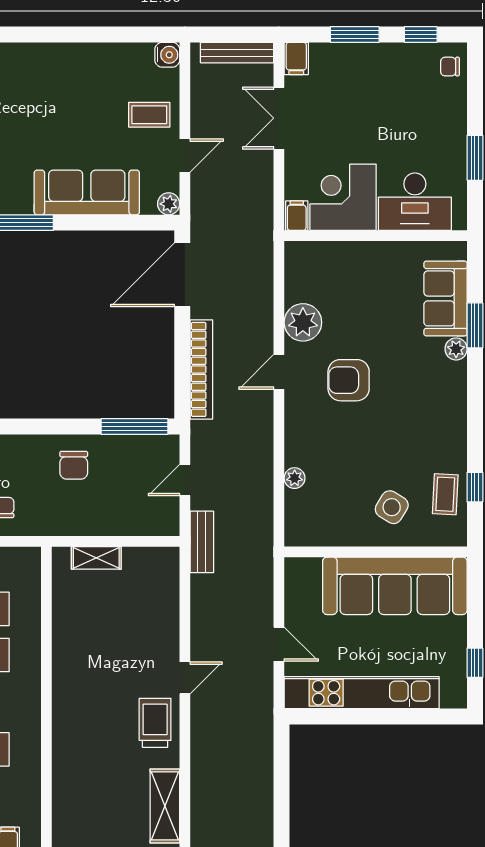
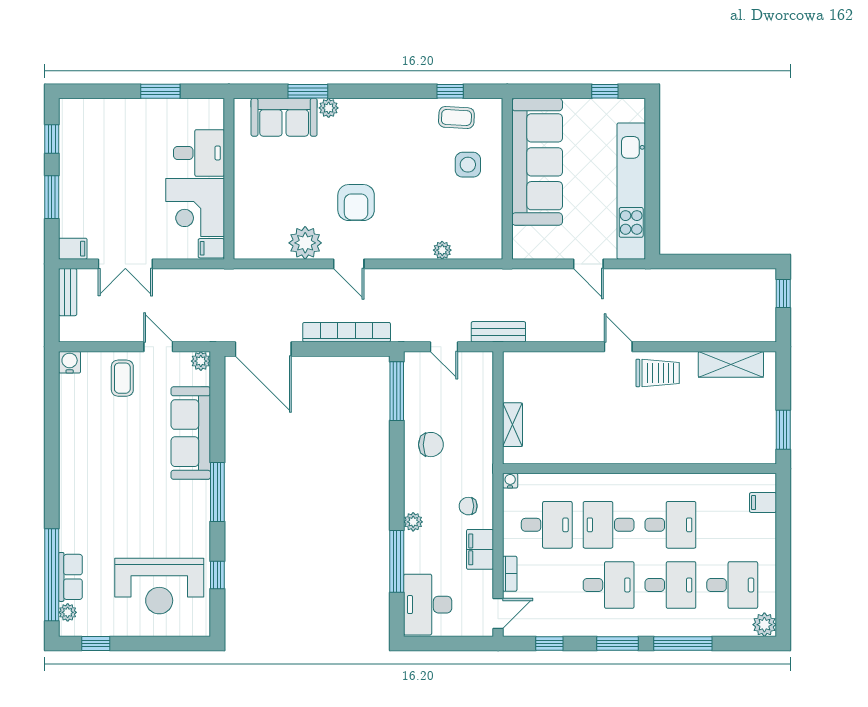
bench: (237, 53) -> (68, 292), width x0.73
chair: (450, 67) -> (80, 113), removed
desk: (415, 202) -> (199, 153), width x0.73
side table: (392, 507) -> (468, 165), turned -31
water cooler: (33, 555) -> (510, 481), added
door: (279, 644) -> (588, 264), swing flipped
trolley: (155, 723) -> (658, 373), turned 180

